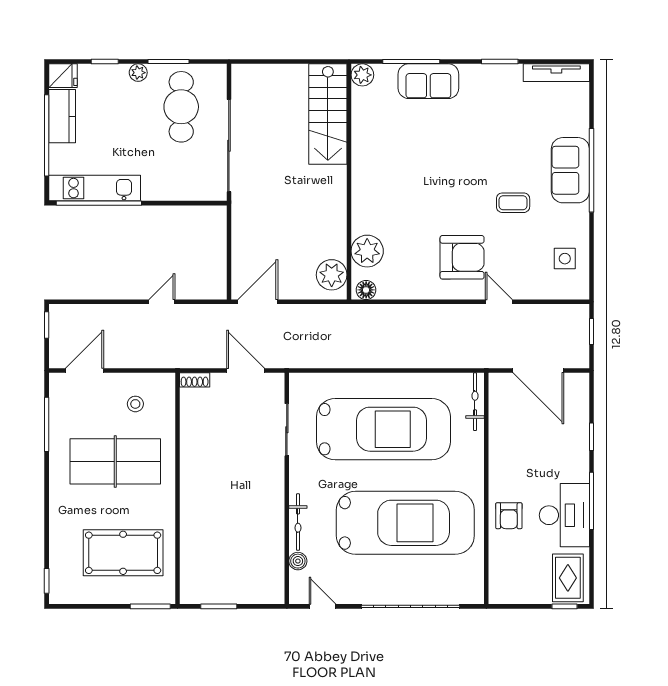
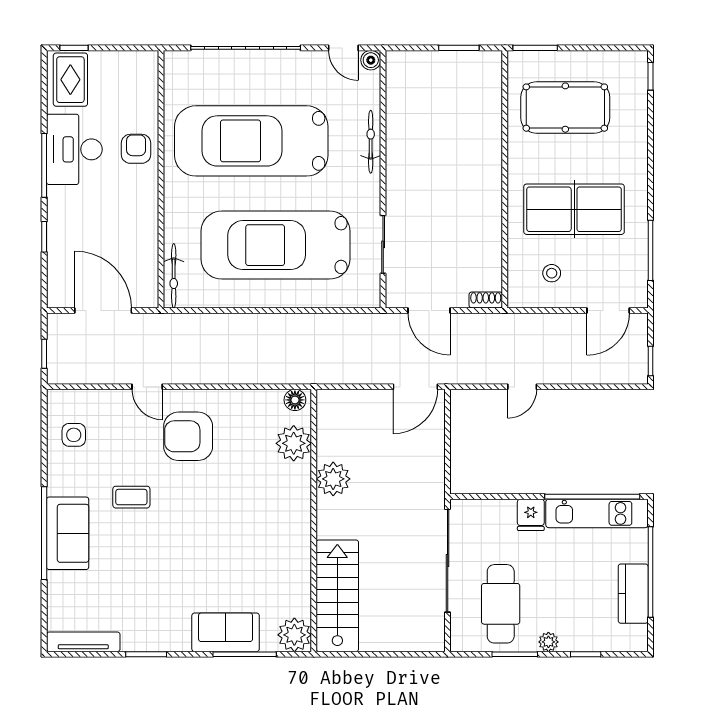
plant: (362, 75) -> (294, 635), width x1.36, depth x1.36
fridge: (63, 76) -> (531, 515), moved, turned -90
plant: (332, 275) -> (333, 479), moved
boiler: (298, 561) -> (371, 60), moved

